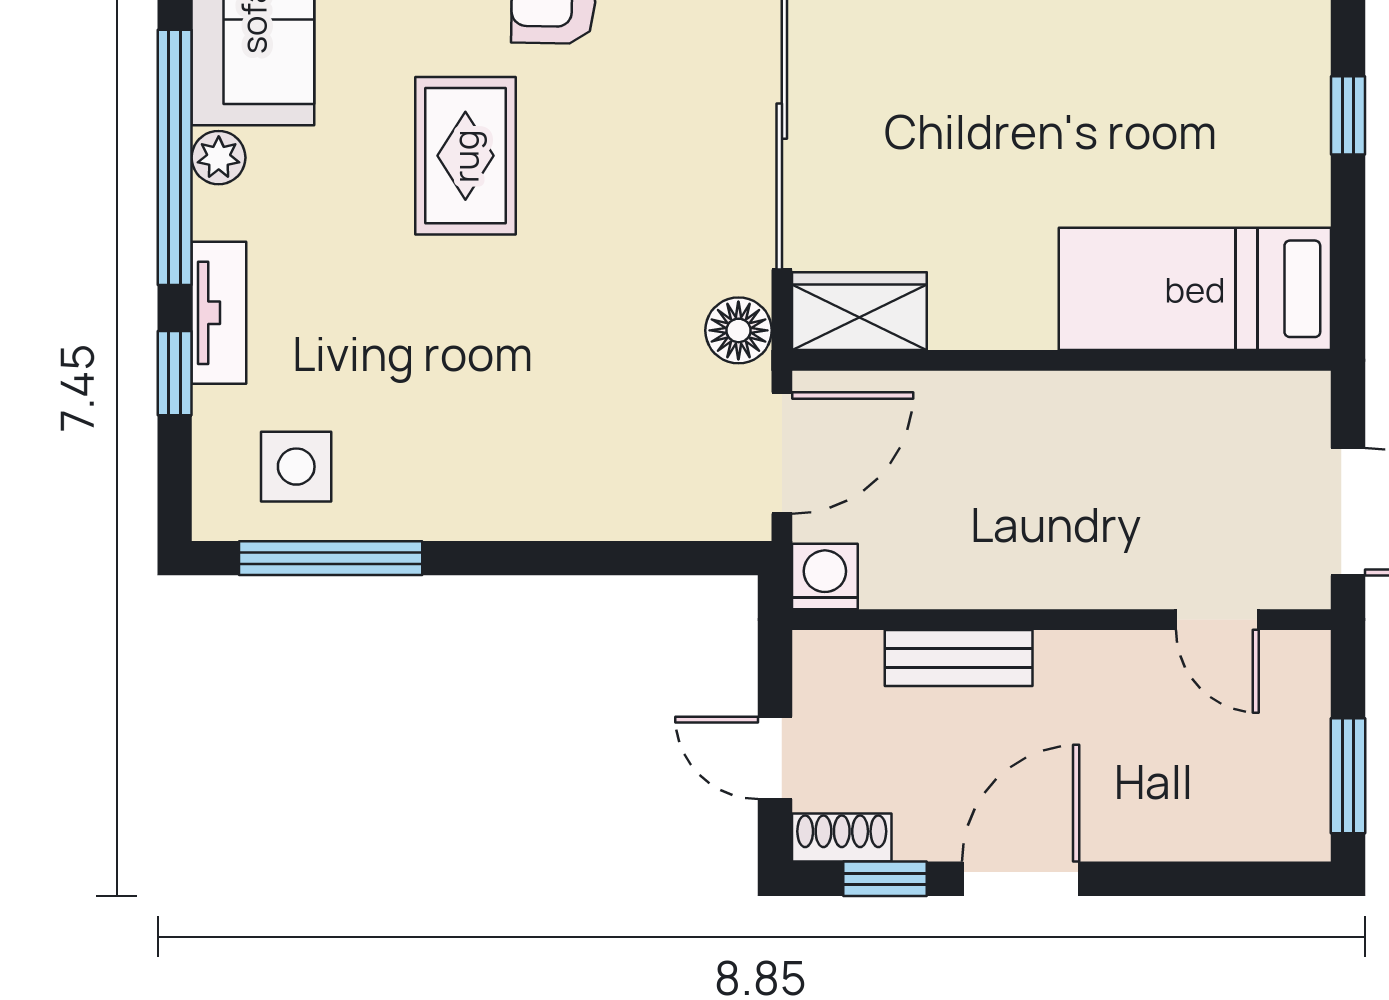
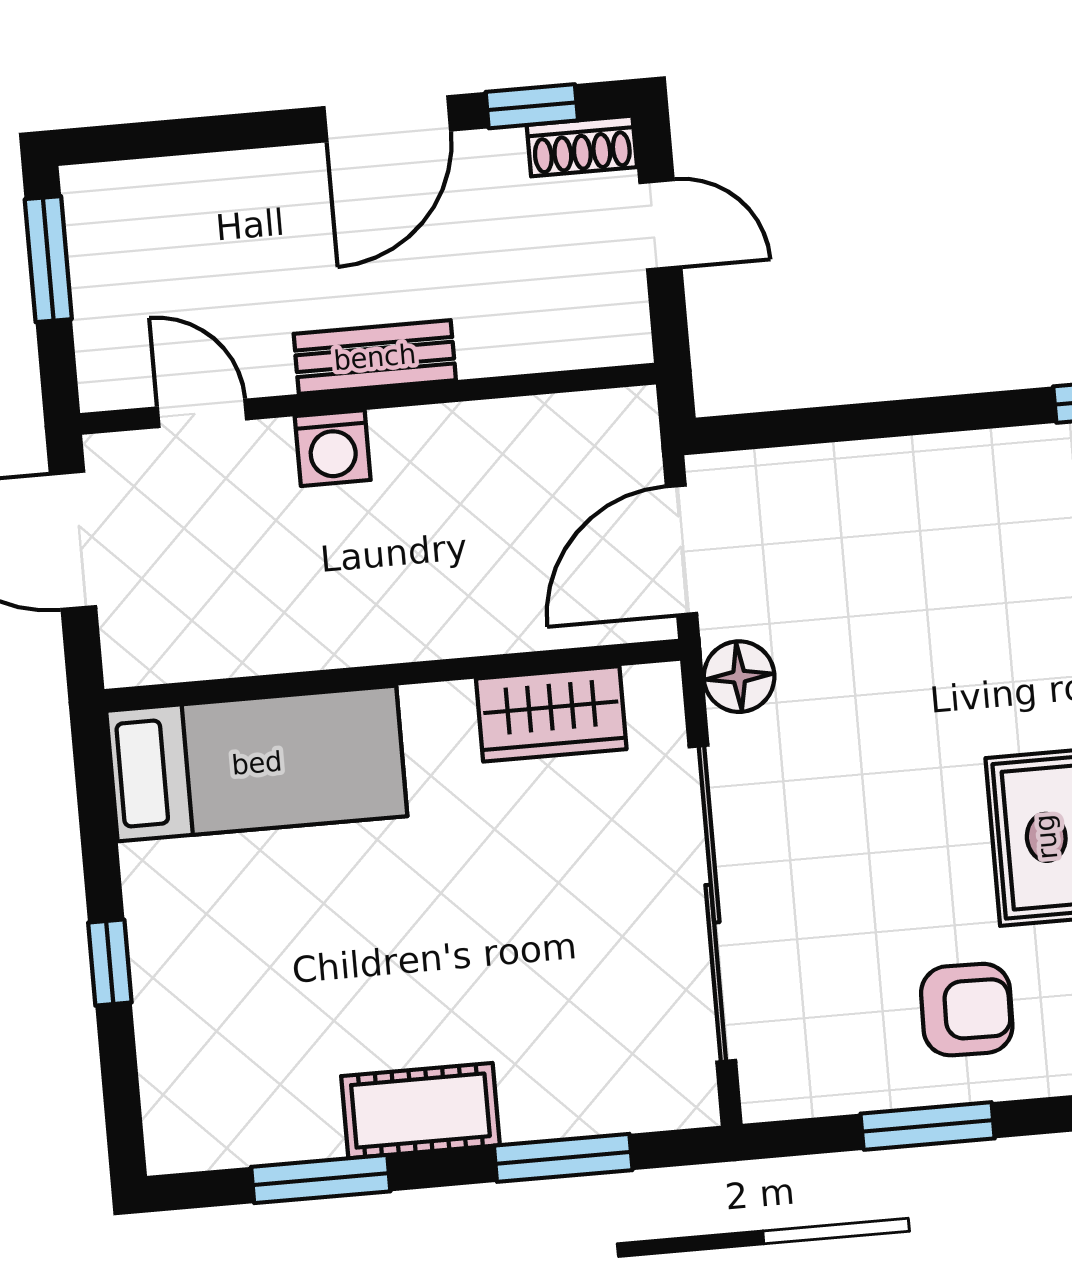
wardrobe: (859, 311) -> (551, 714), moved
washing machine: (825, 576) -> (333, 448), moved
bench: (959, 658) -> (375, 357), moved

